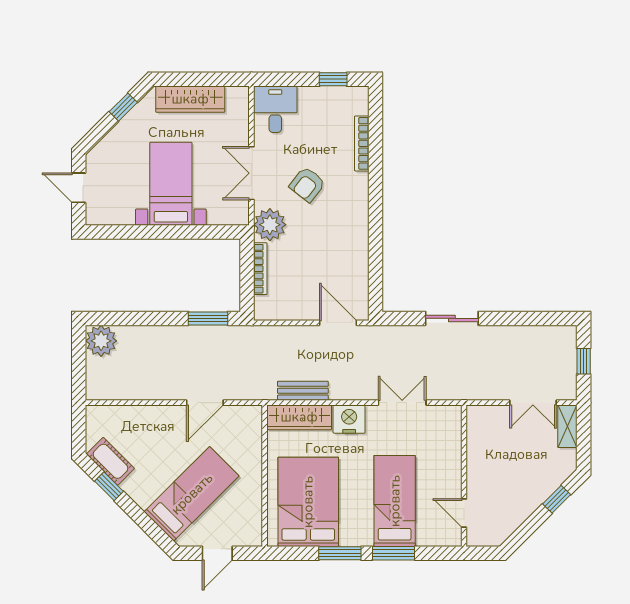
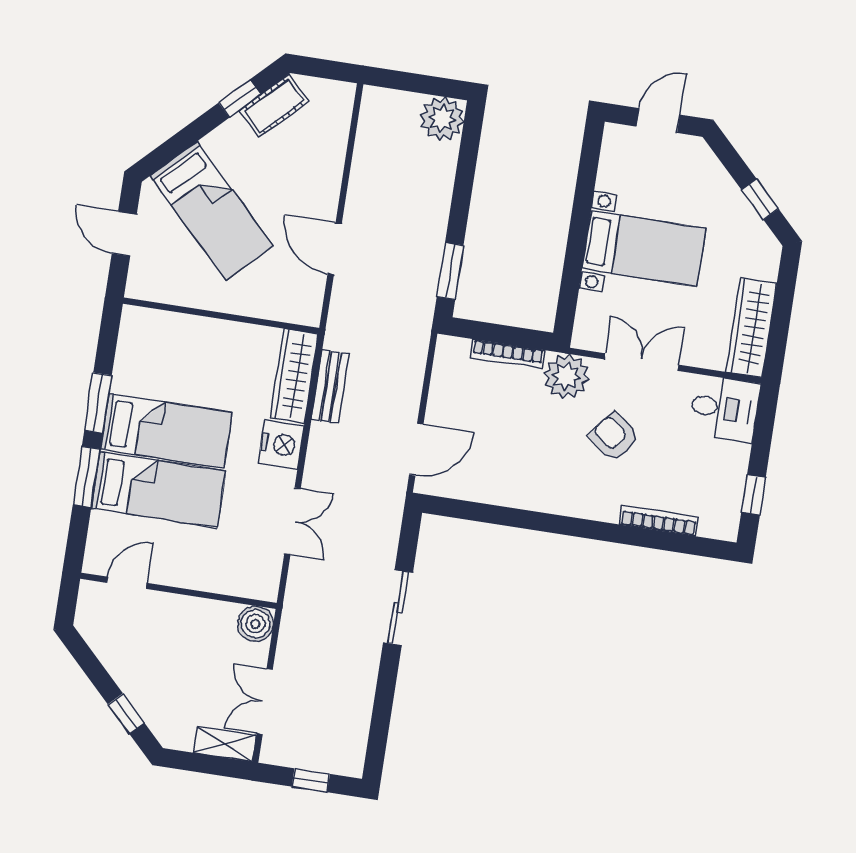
wardrobe: (190, 99) -> (751, 327), moved
boiler: (479, 417) -> (256, 624), added
bed: (308, 502) -> (166, 431), moved, width x0.67

